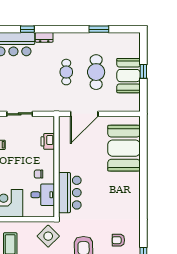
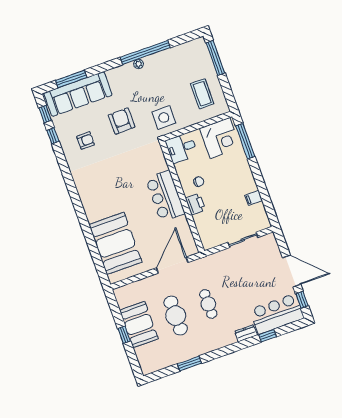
printer: (48, 141) -> (195, 204), moved
bar counter: (70, 193) -> (165, 196), moved
desk: (43, 195) -> (181, 148), moved
side table: (48, 236) -> (164, 117), turned 45

